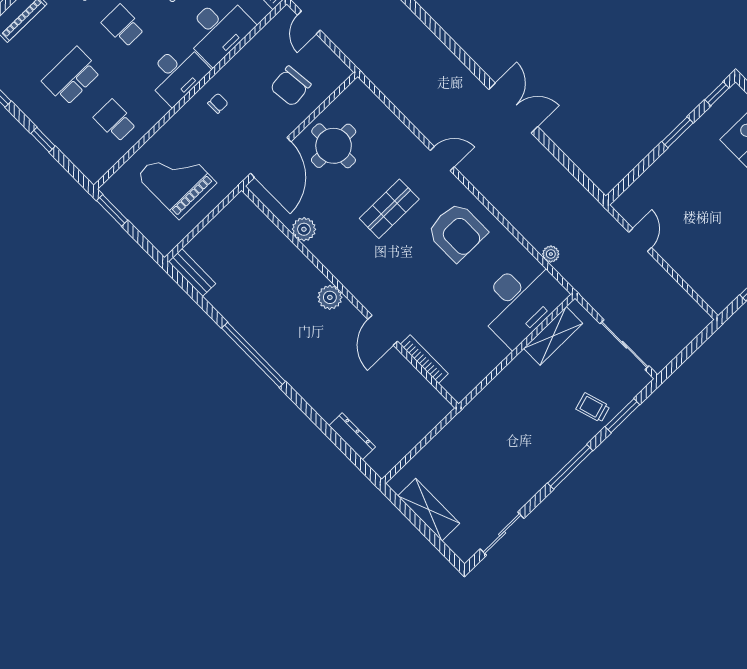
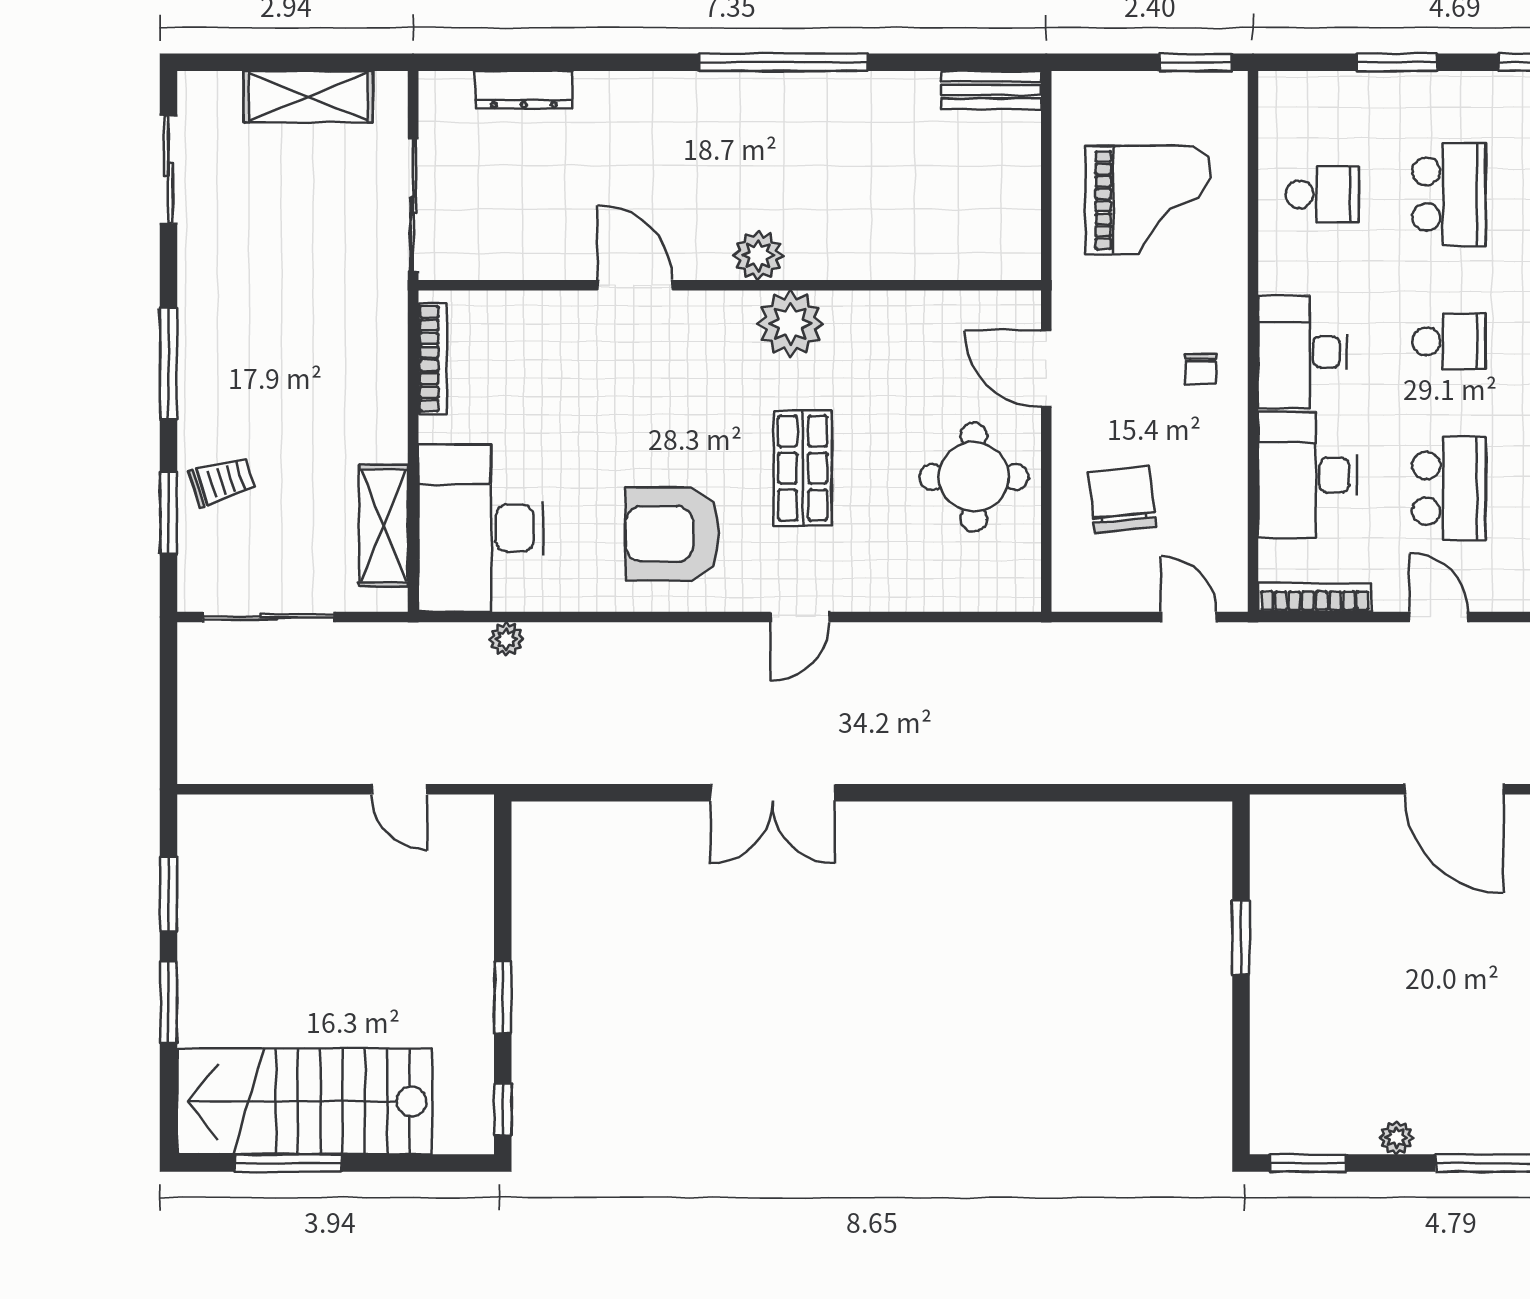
window: (43, 140) -> (1397, 62), width x1.50
door: (271, 158) -> (1046, 369), width x0.73
plant: (304, 229) -> (790, 324), moved, width x1.36, depth x1.36
bookcase: (424, 359) -> (433, 359), moved, turned -90
sliding door: (431, 436) -> (413, 205), added

